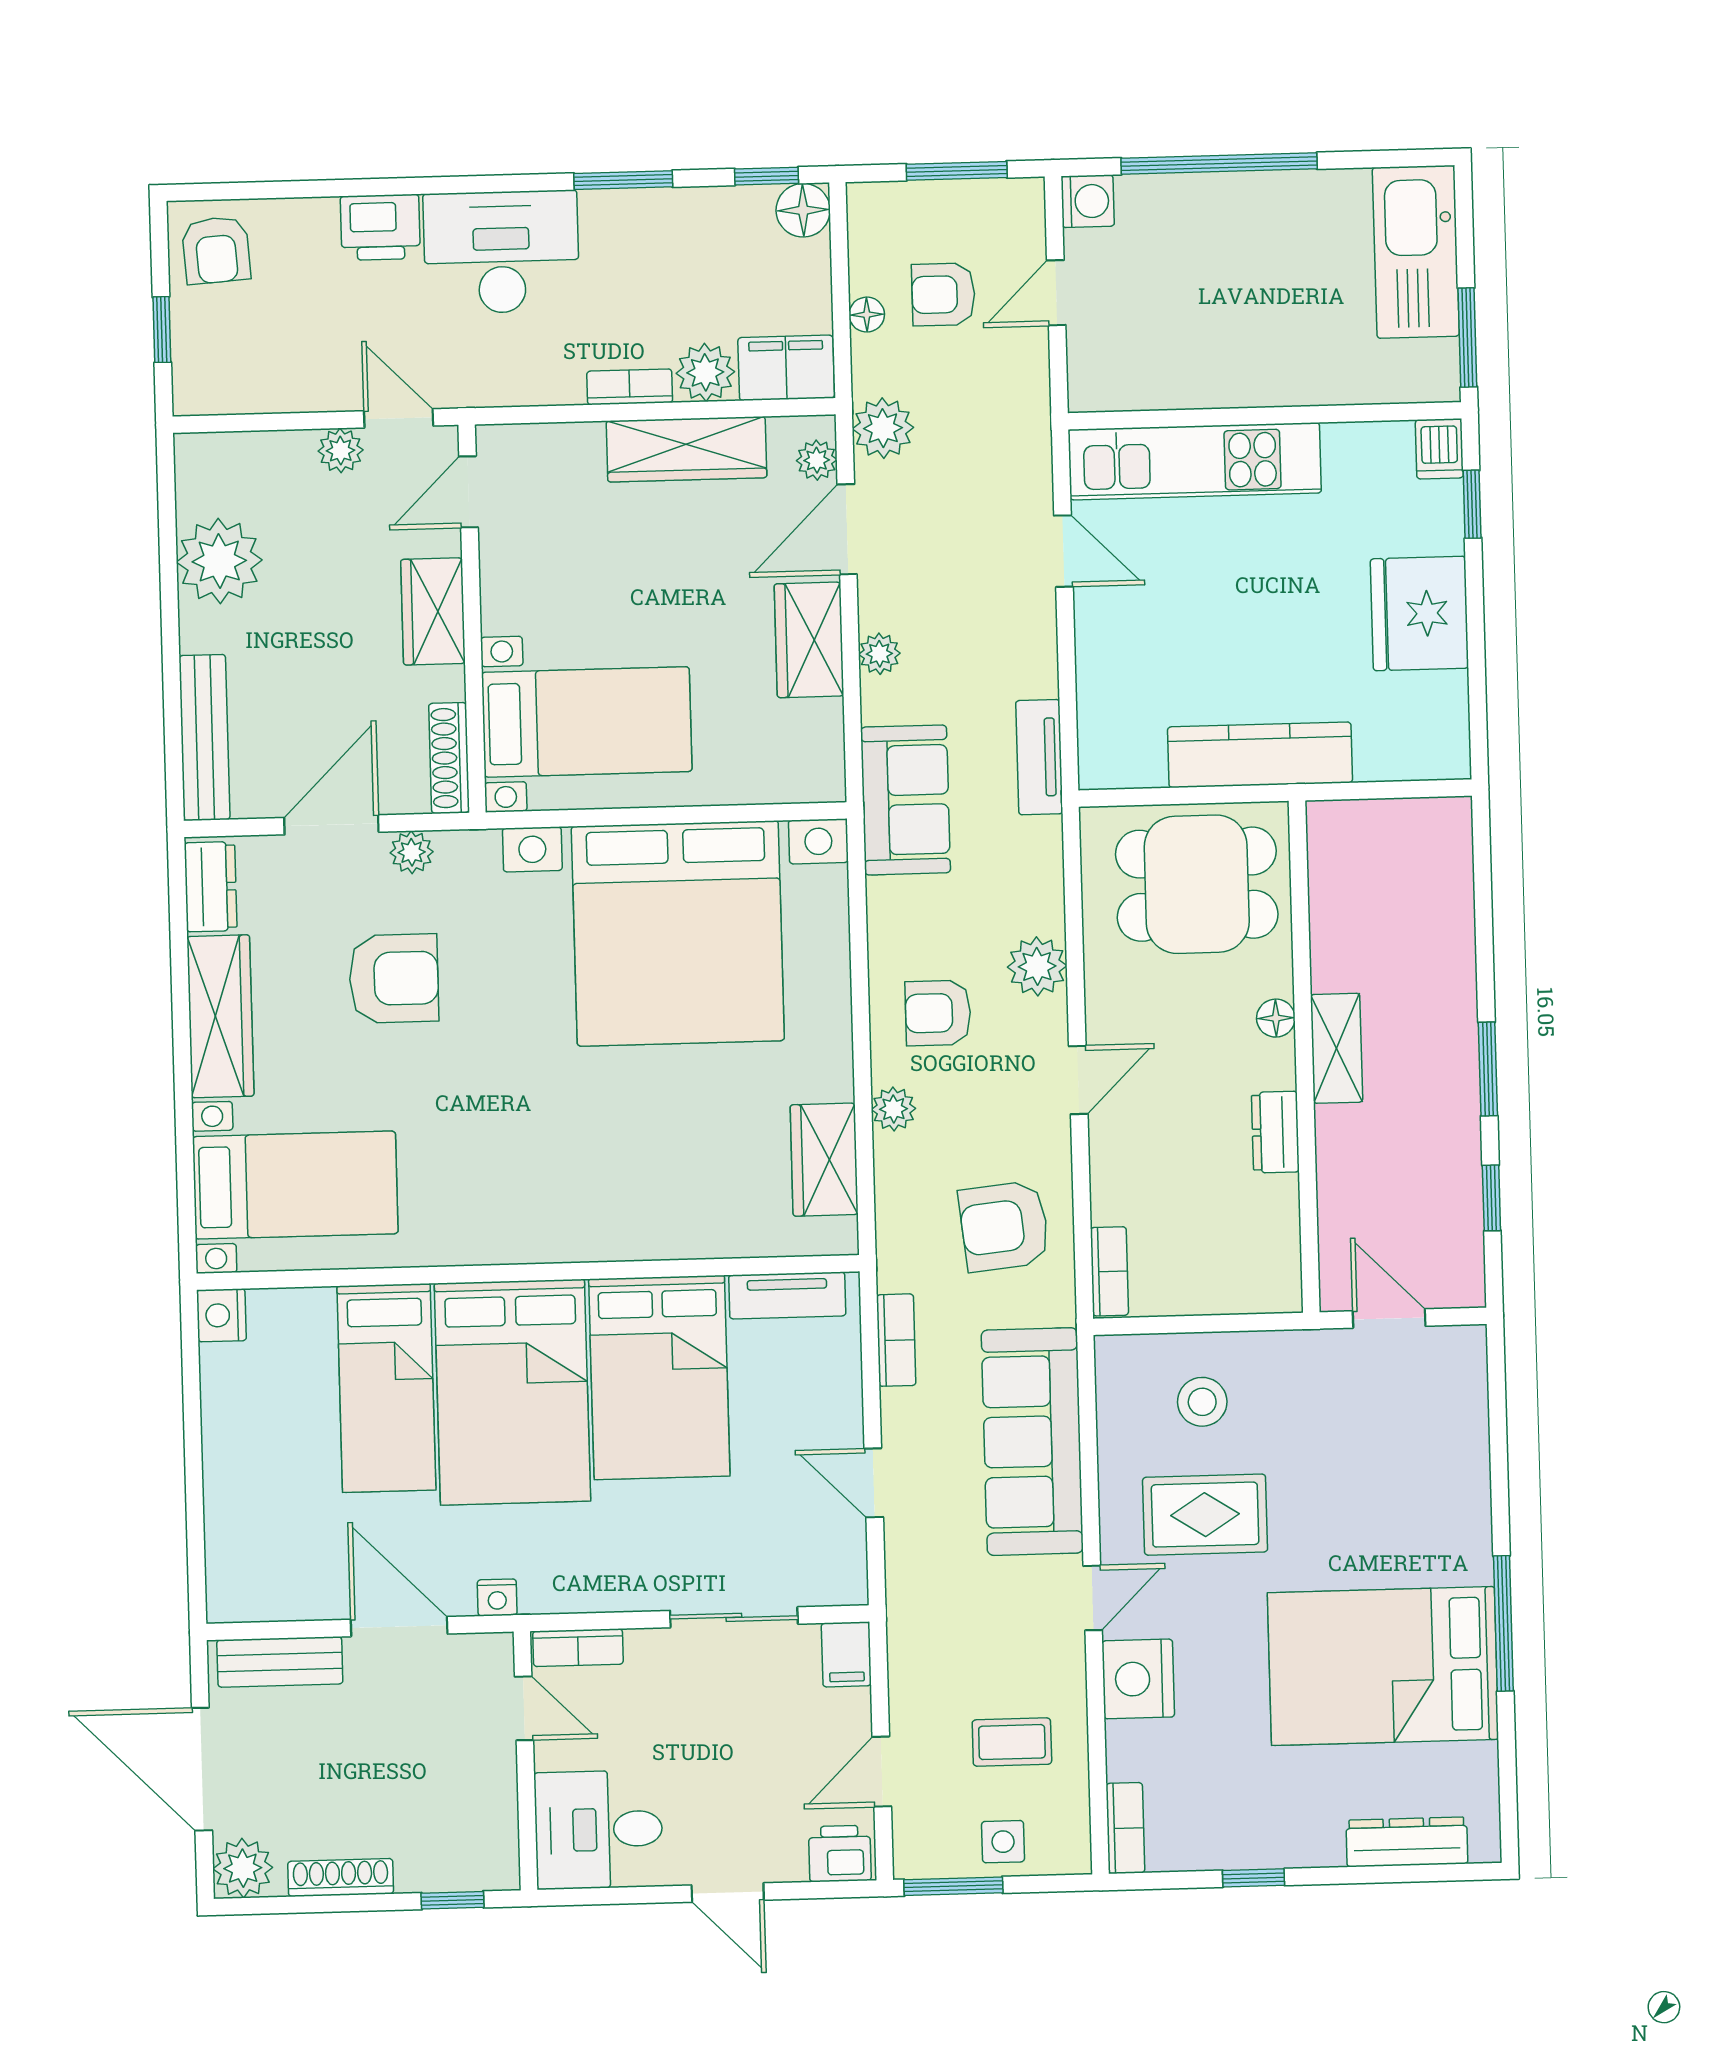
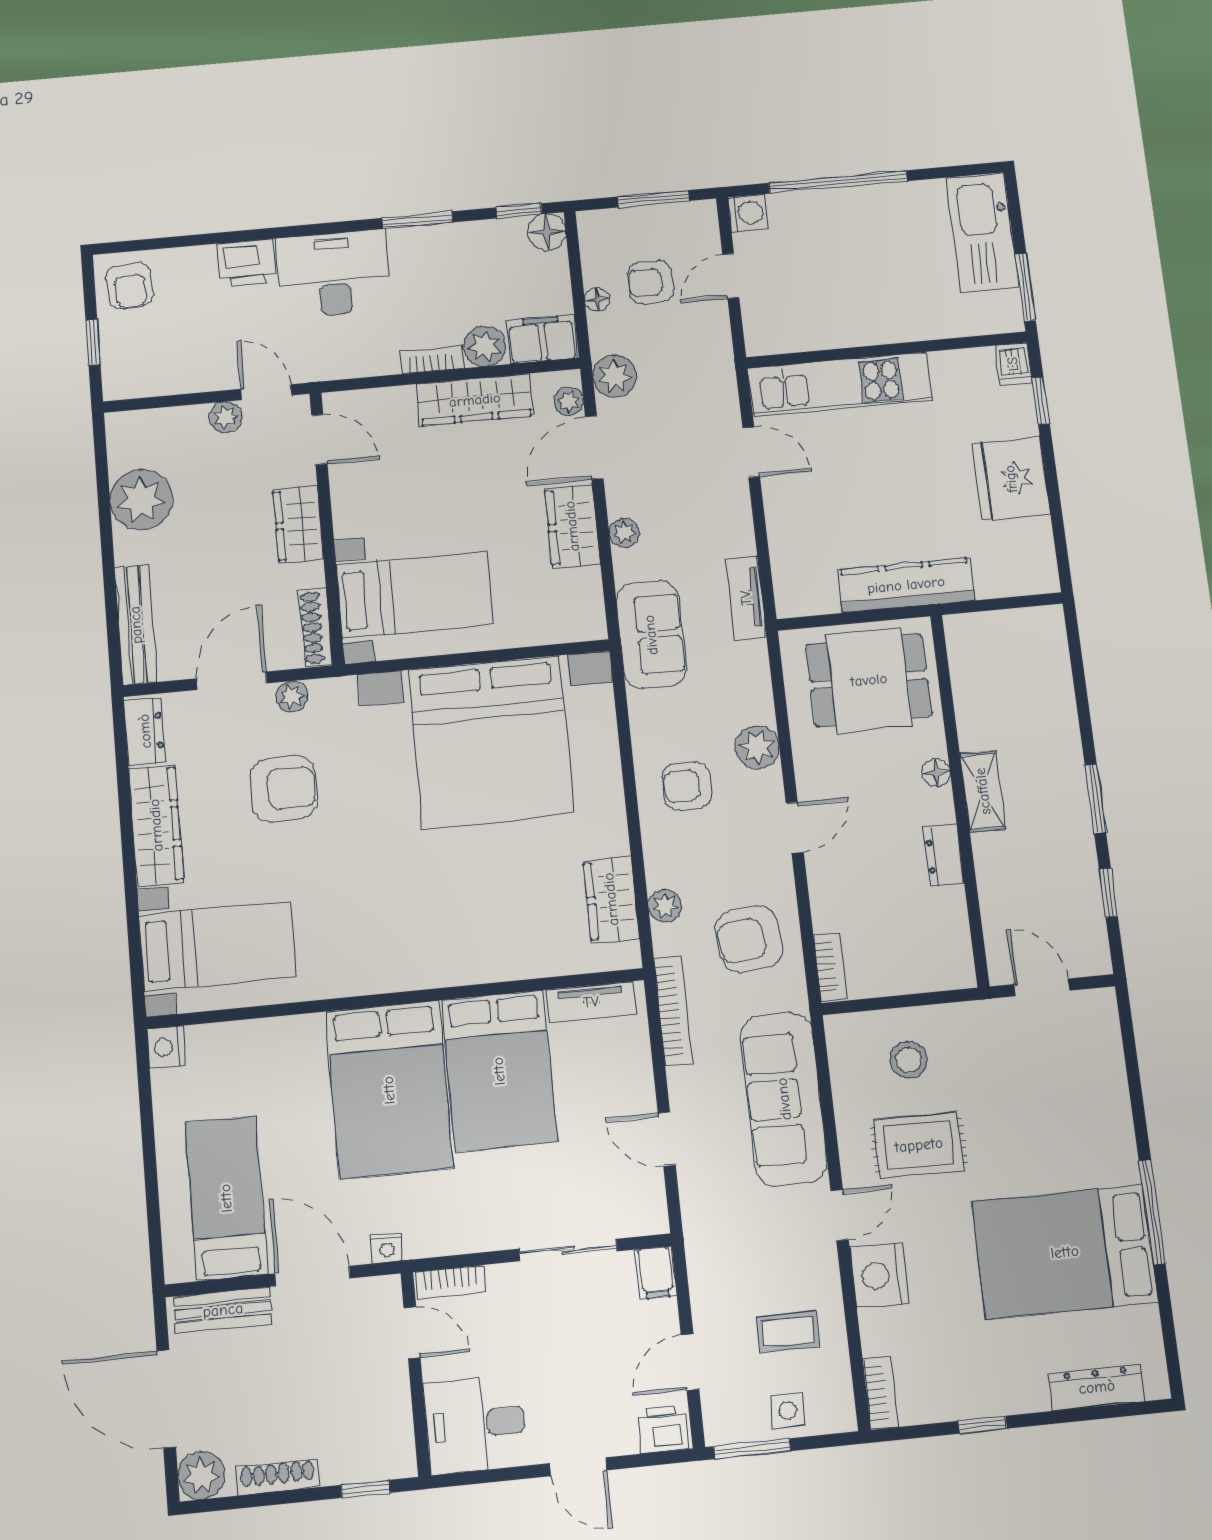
door: (468, 492) -> (319, 440), swing flipped
plant: (894, 1109) -> (665, 906), moved
bookcase: (896, 1340) -> (673, 1010), width x1.56
bed: (386, 1388) -> (226, 1198), moved, turned 180

